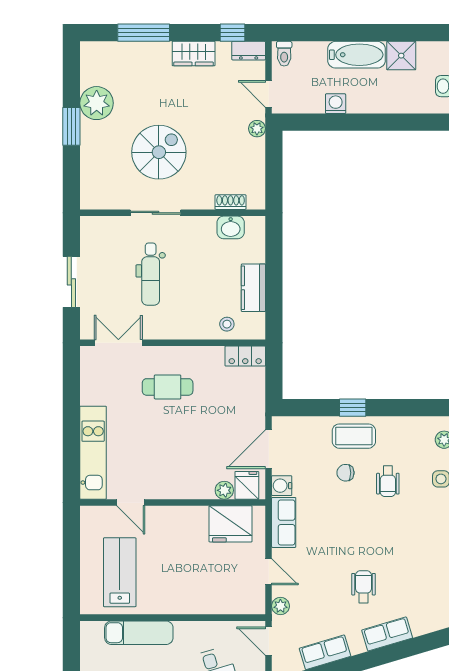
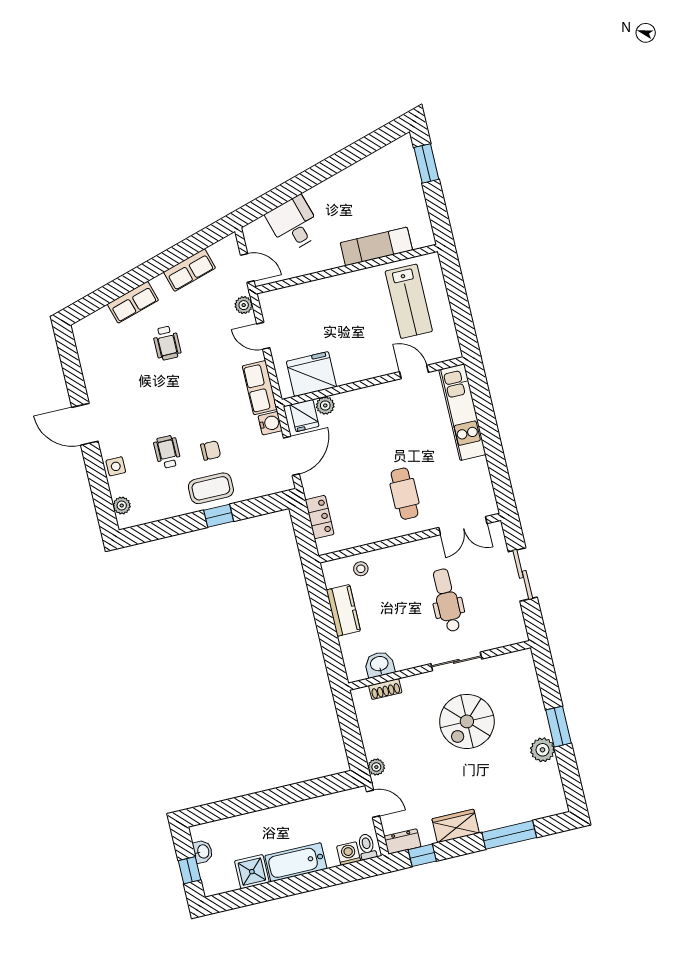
plant: (97, 103) -> (543, 750), width x0.73, depth x0.73
washing machine: (336, 104) -> (349, 853), moved, turned 180
locker: (245, 356) -> (320, 517), moved, turned 90
cafe table: (168, 387) -> (405, 494), turned 90

